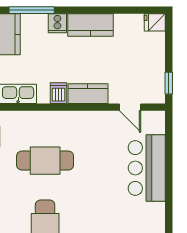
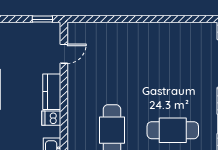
bar counter: (147, 168) -> (119, 39), removed

